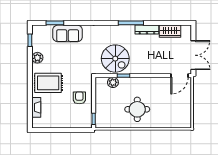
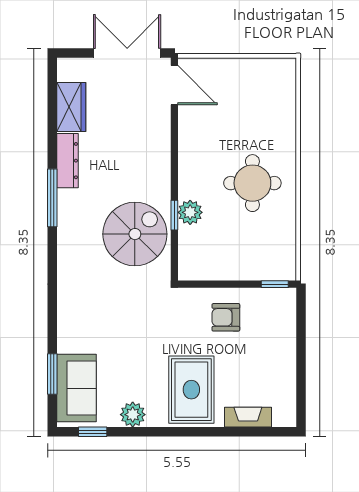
sofa: (68, 33) -> (77, 388), moved
plant: (113, 82) -> (190, 212), moved

